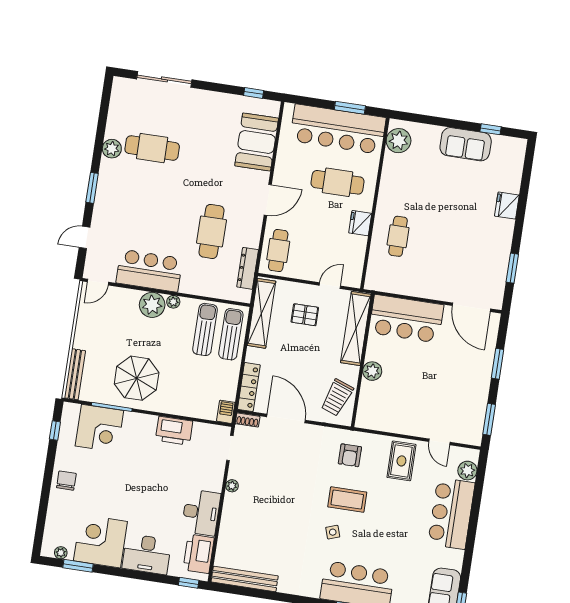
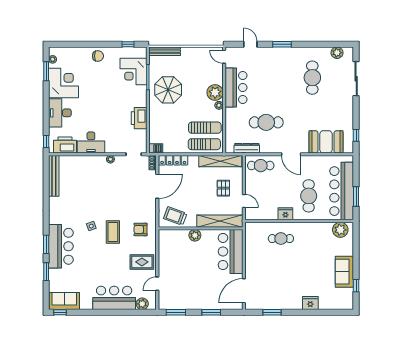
plant: (112, 149) -> (337, 53), moved

